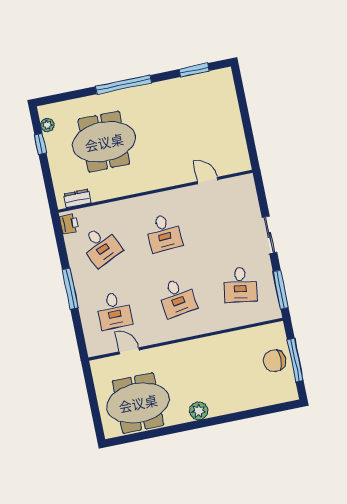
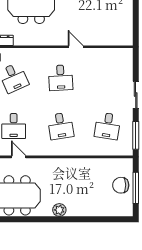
door: (208, 181) -> (76, 47), moved

